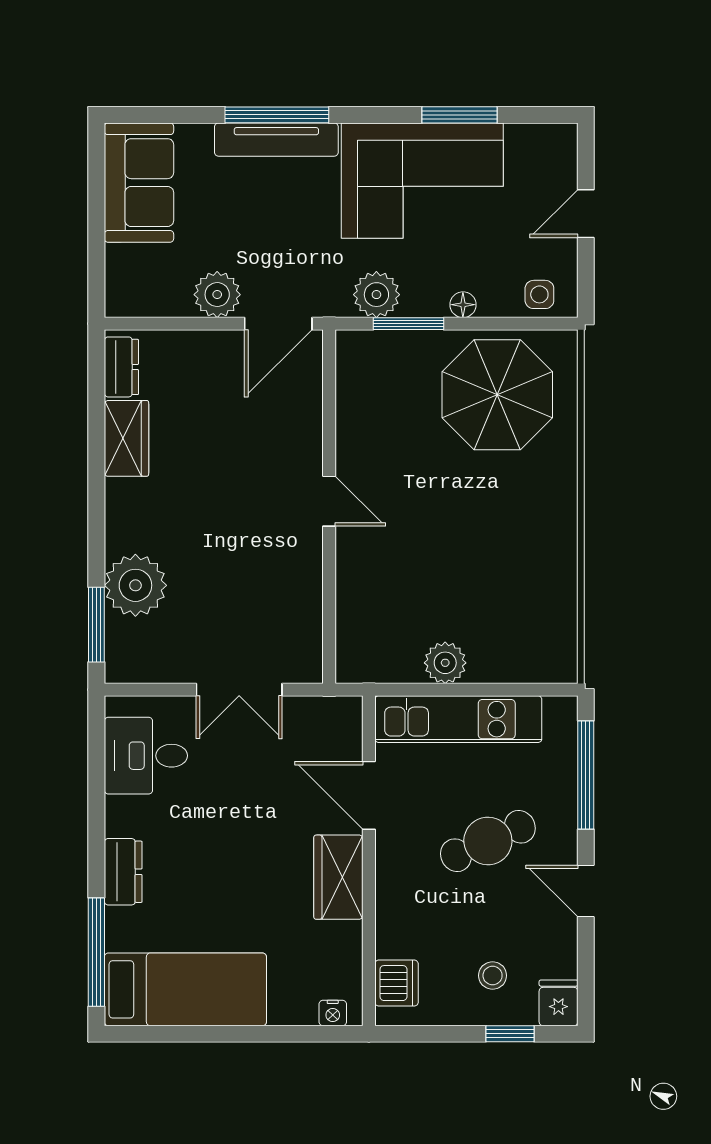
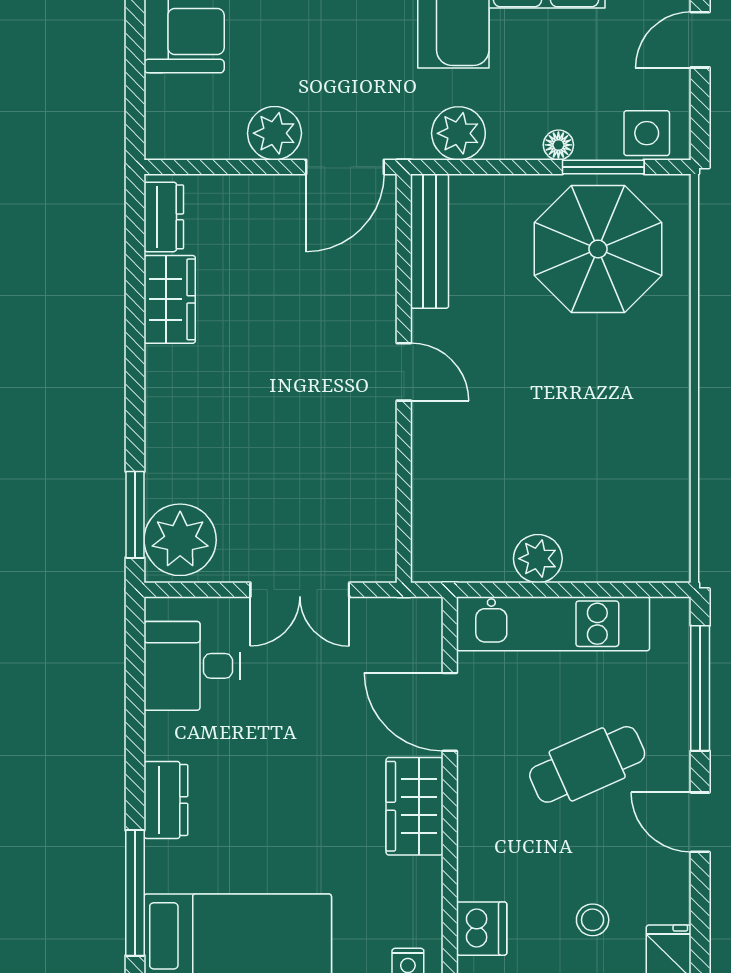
side table: (539, 294) -> (647, 133), width x1.37, depth x1.37
window: (408, 324) -> (603, 167), moved
bench: (351, 388) -> (430, 241), added
plant: (135, 585) -> (180, 540), moved

